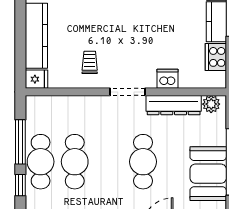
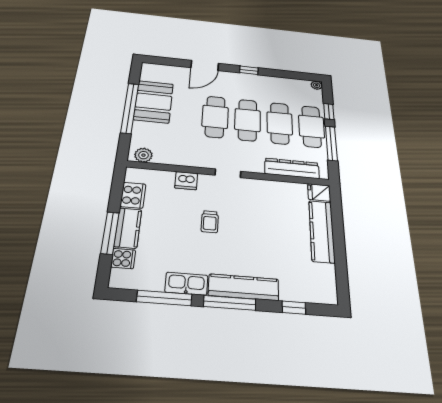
trolley: (90, 62) -> (210, 222), moved
doorway: (127, 92) -> (228, 173), width x0.73
dresser: (174, 105) -> (292, 168), moved
cafe table: (109, 162) -> (248, 120), added

